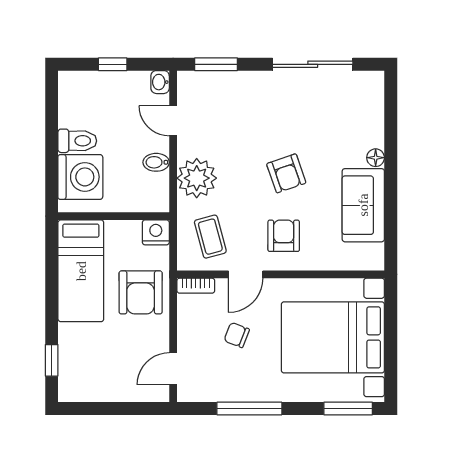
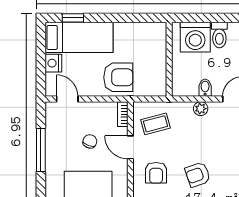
plant: (197, 178) -> (201, 109), width x0.53, depth x0.53
nightstand: (156, 232) -> (53, 63), moved, turned 180
armchair: (284, 236) -> (156, 173), turned 90
bed: (81, 271) -> (79, 37), moved, turned 180
armchair: (141, 292) -> (118, 77), turned 180

